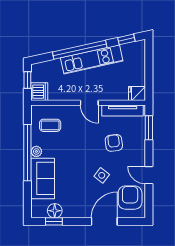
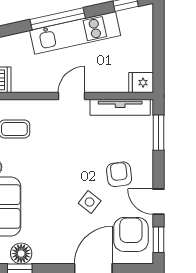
window: (80, 50) -> (58, 19), width x0.68
door: (89, 103) -> (72, 96), swing flipped
armchair: (114, 143) -> (119, 174), moved
window: (149, 201) -> (158, 240), added

